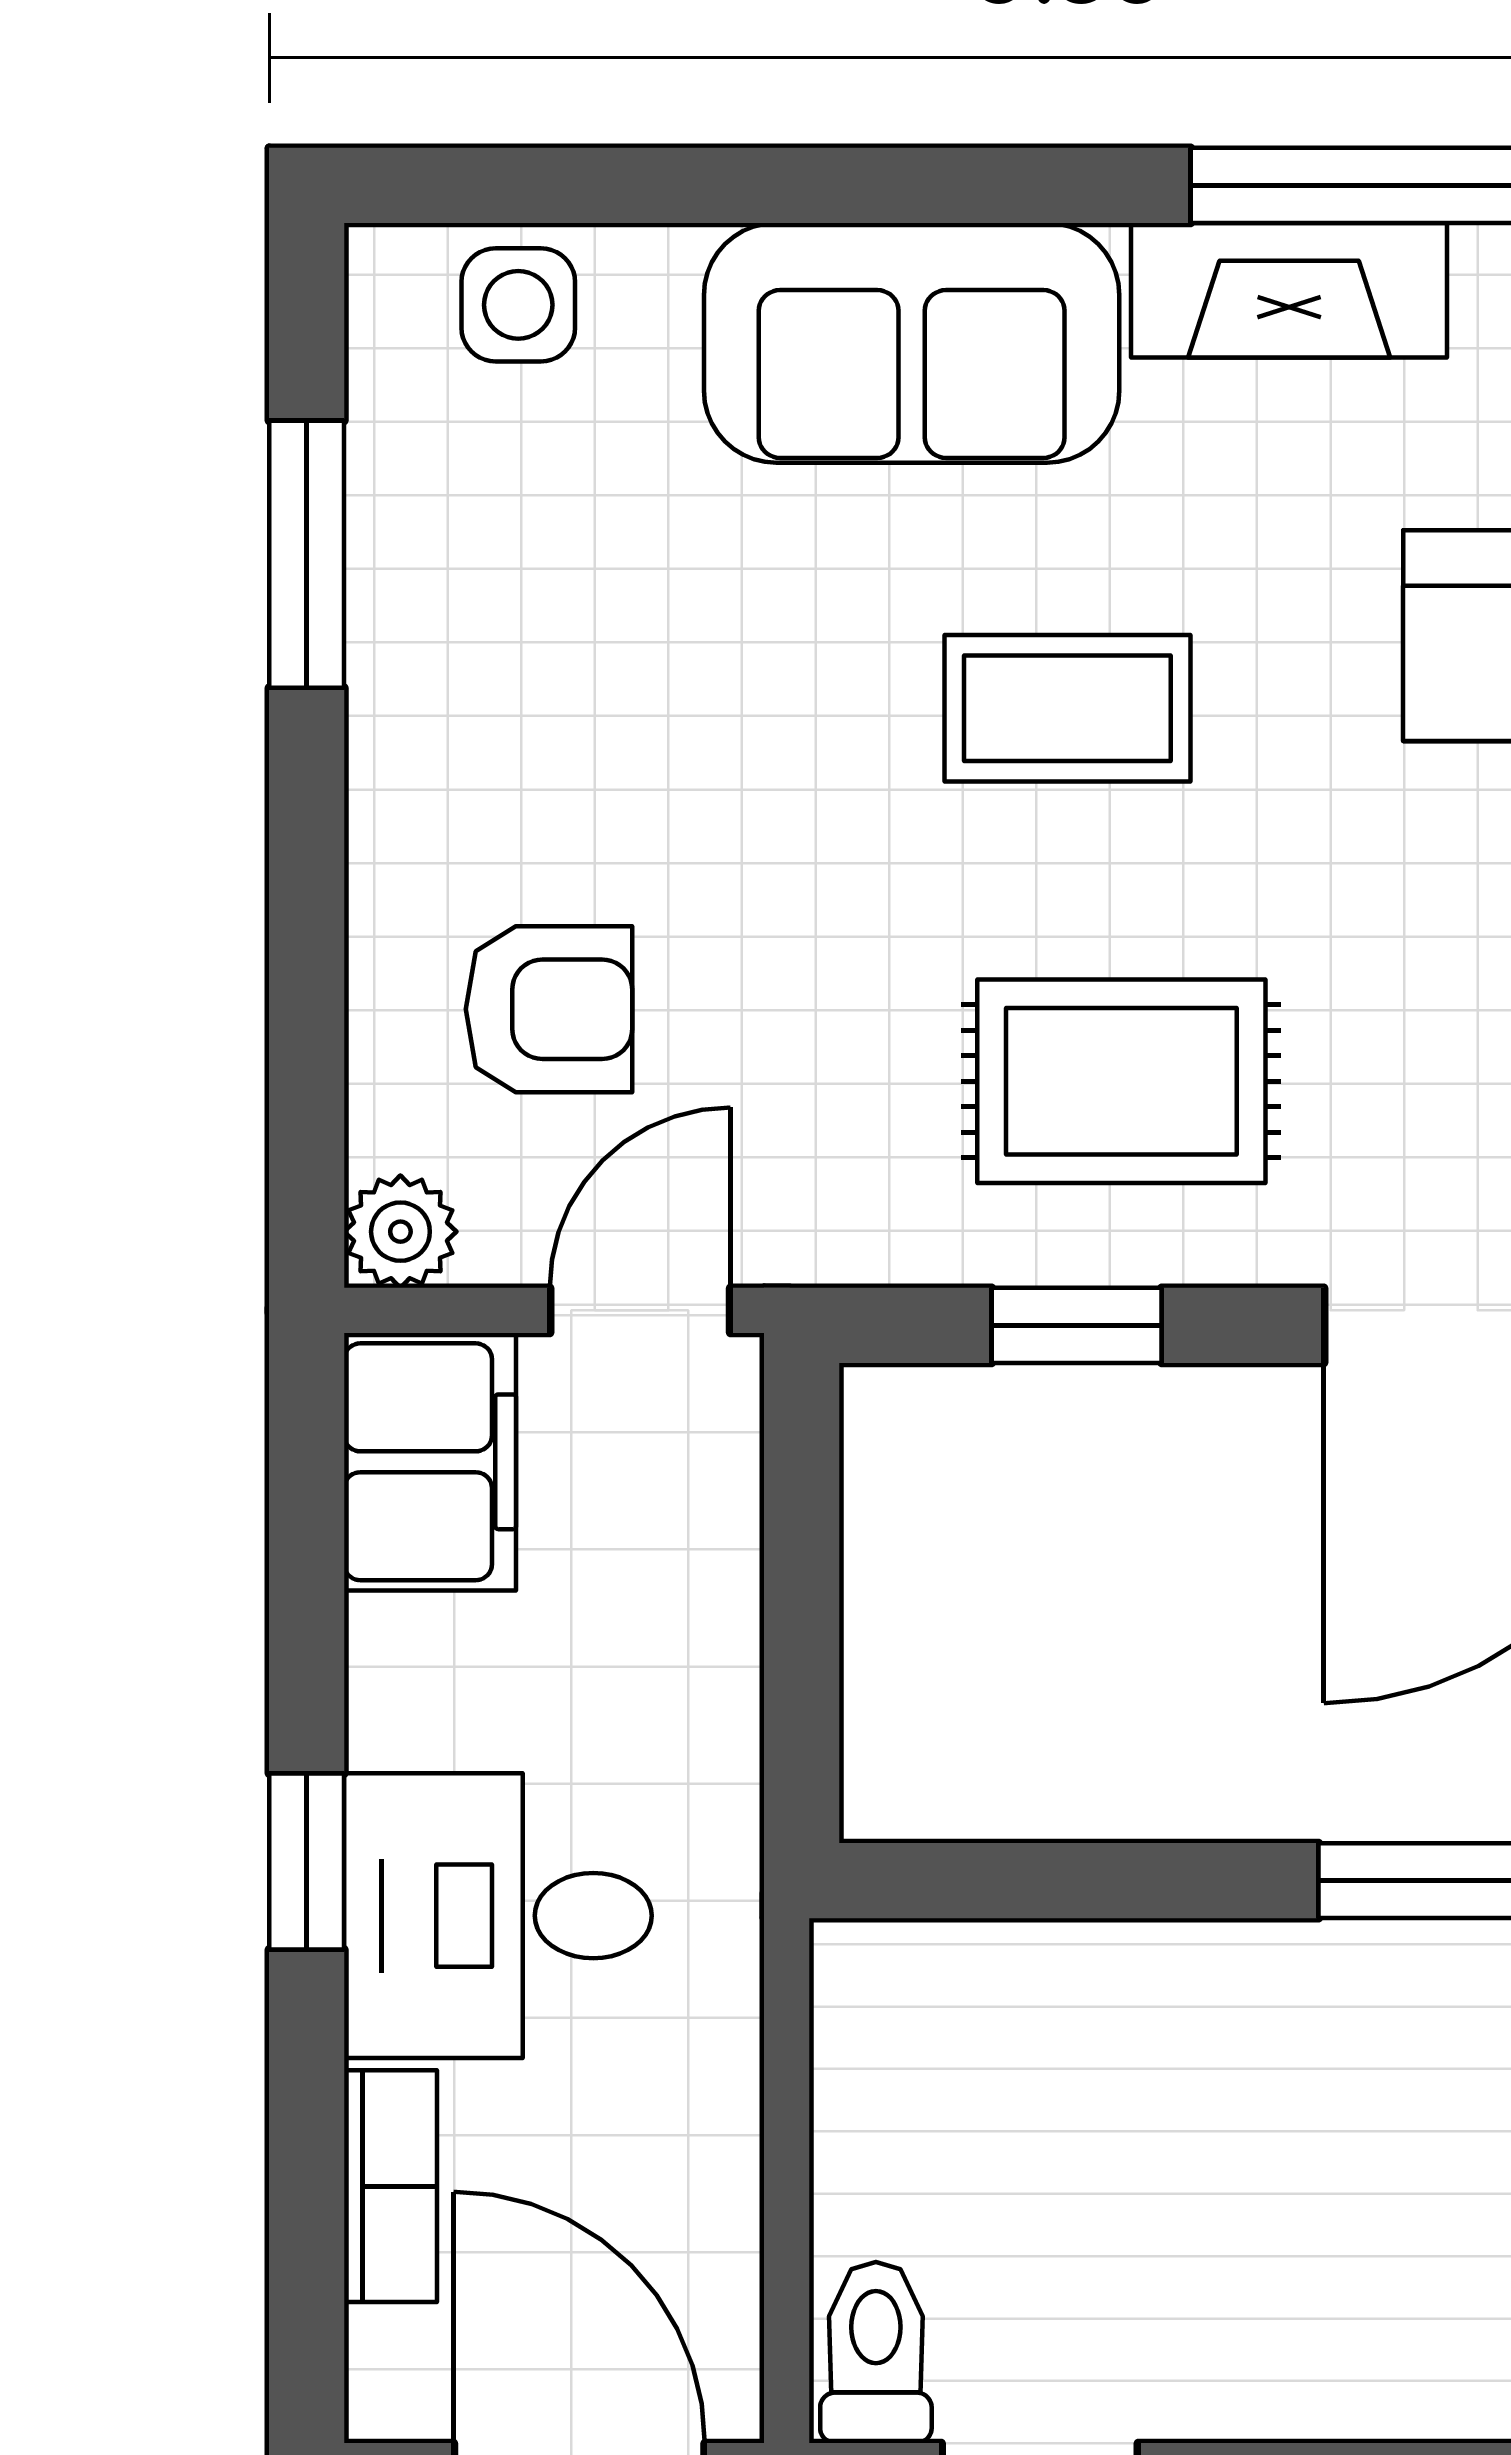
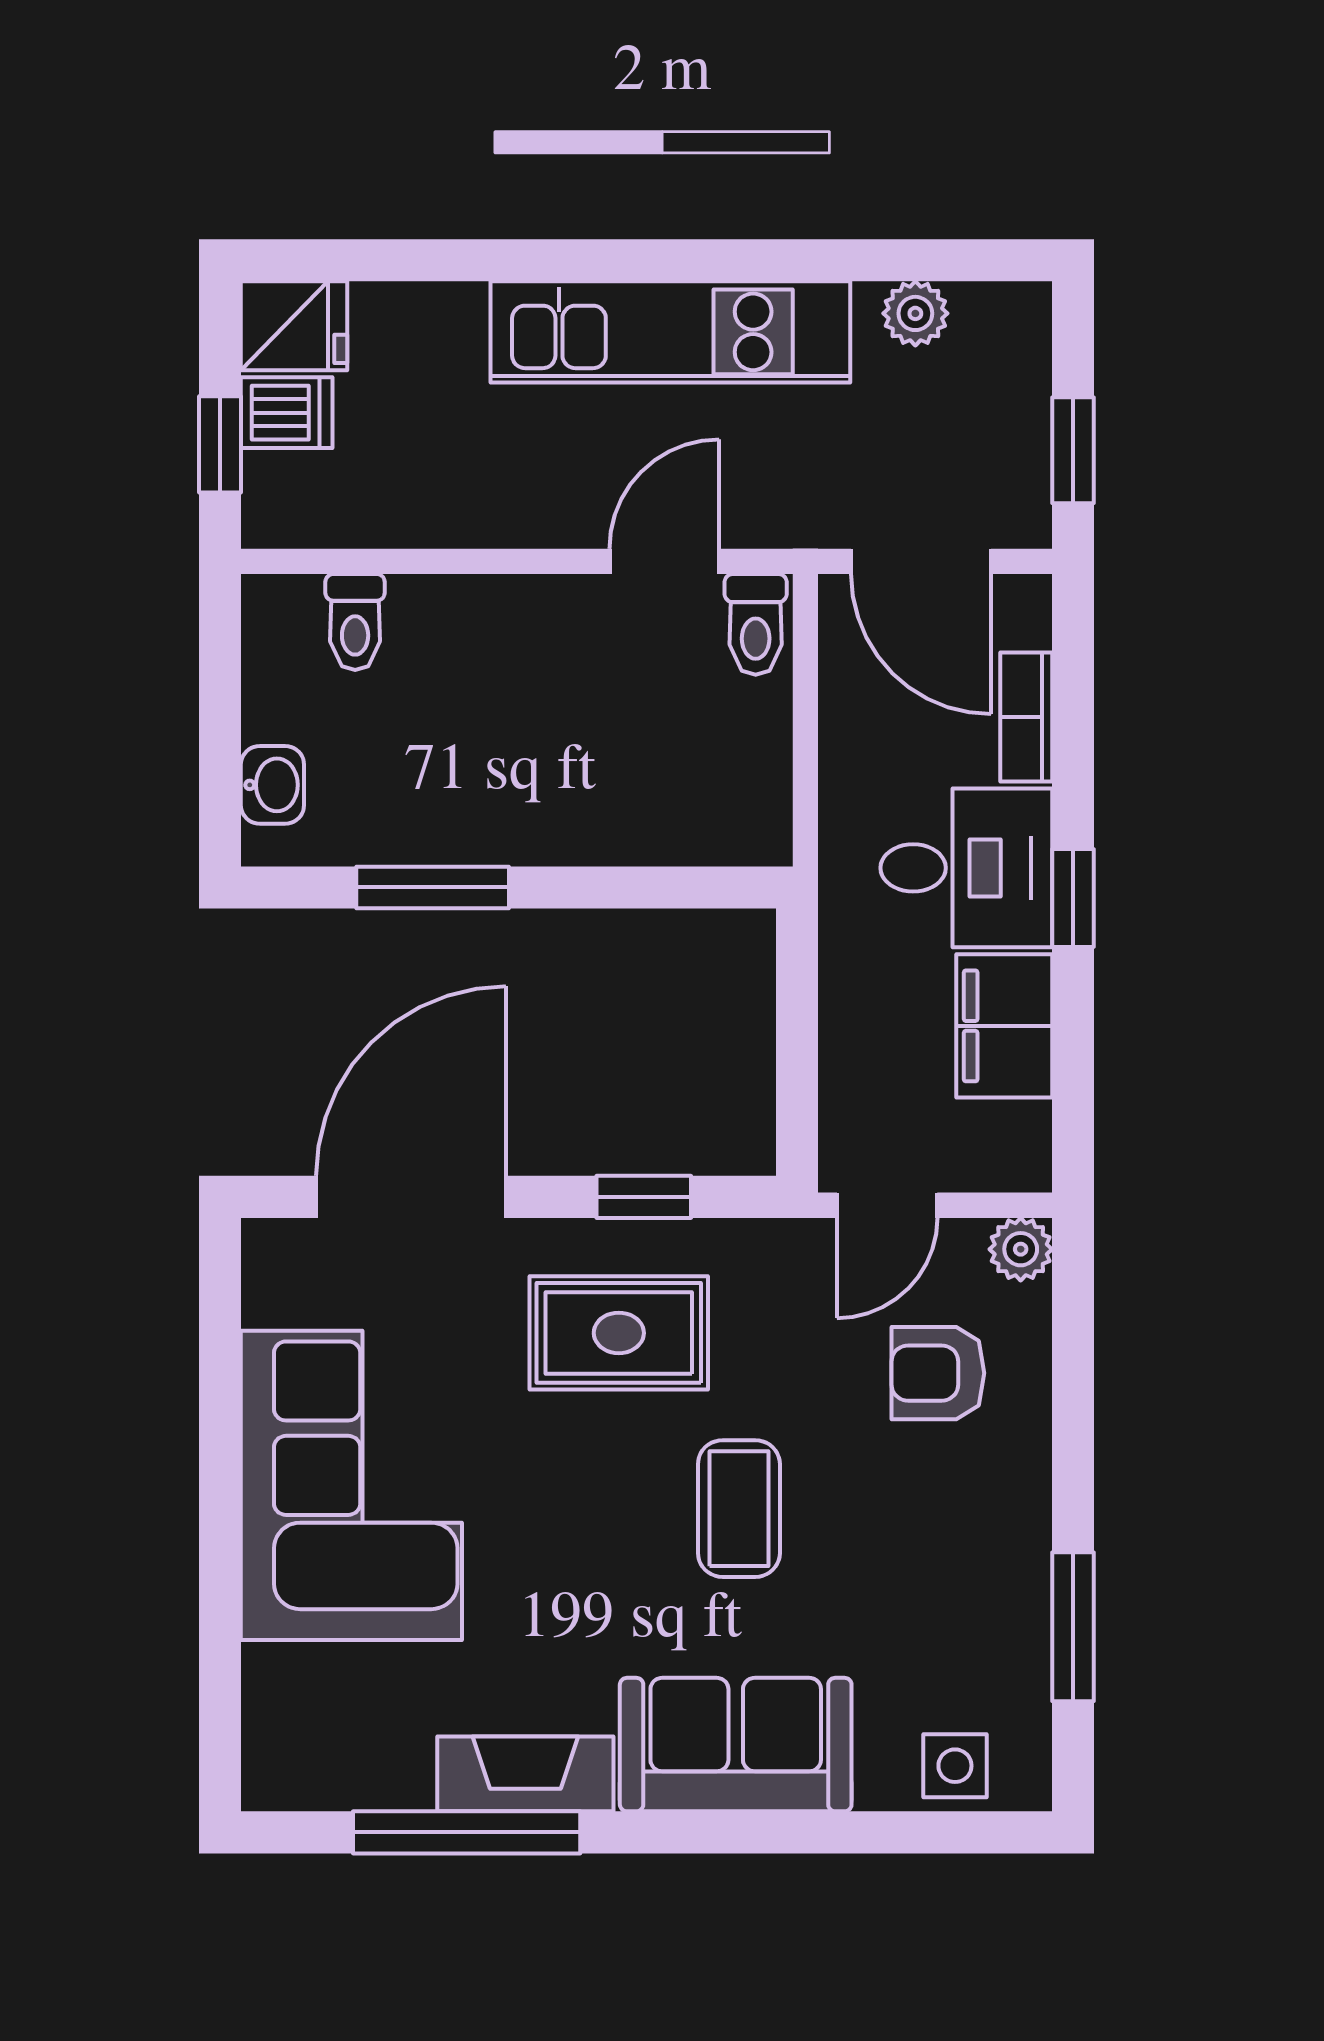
coffee table: (1067, 708) -> (739, 1509), moved, turned 90
filing cabinet: (430, 1462) -> (1004, 1026), moved

